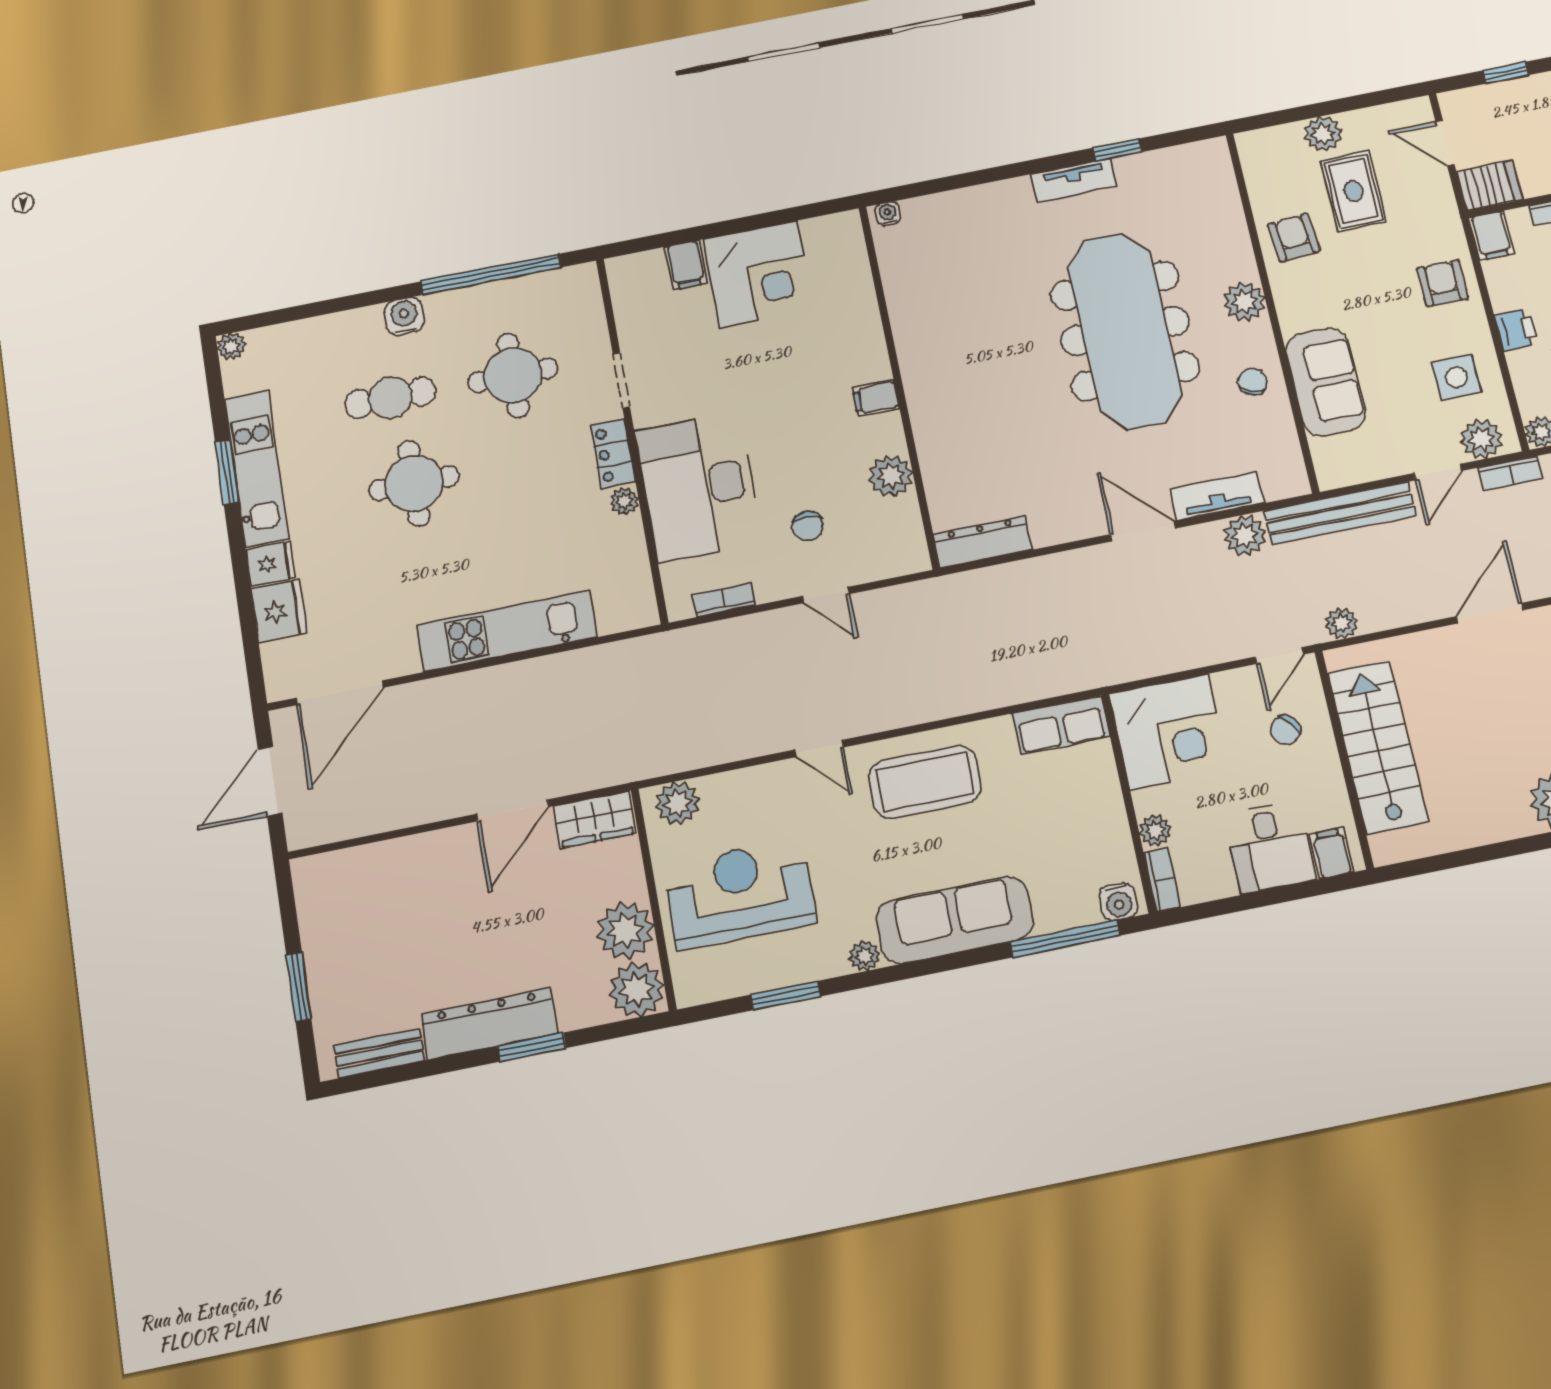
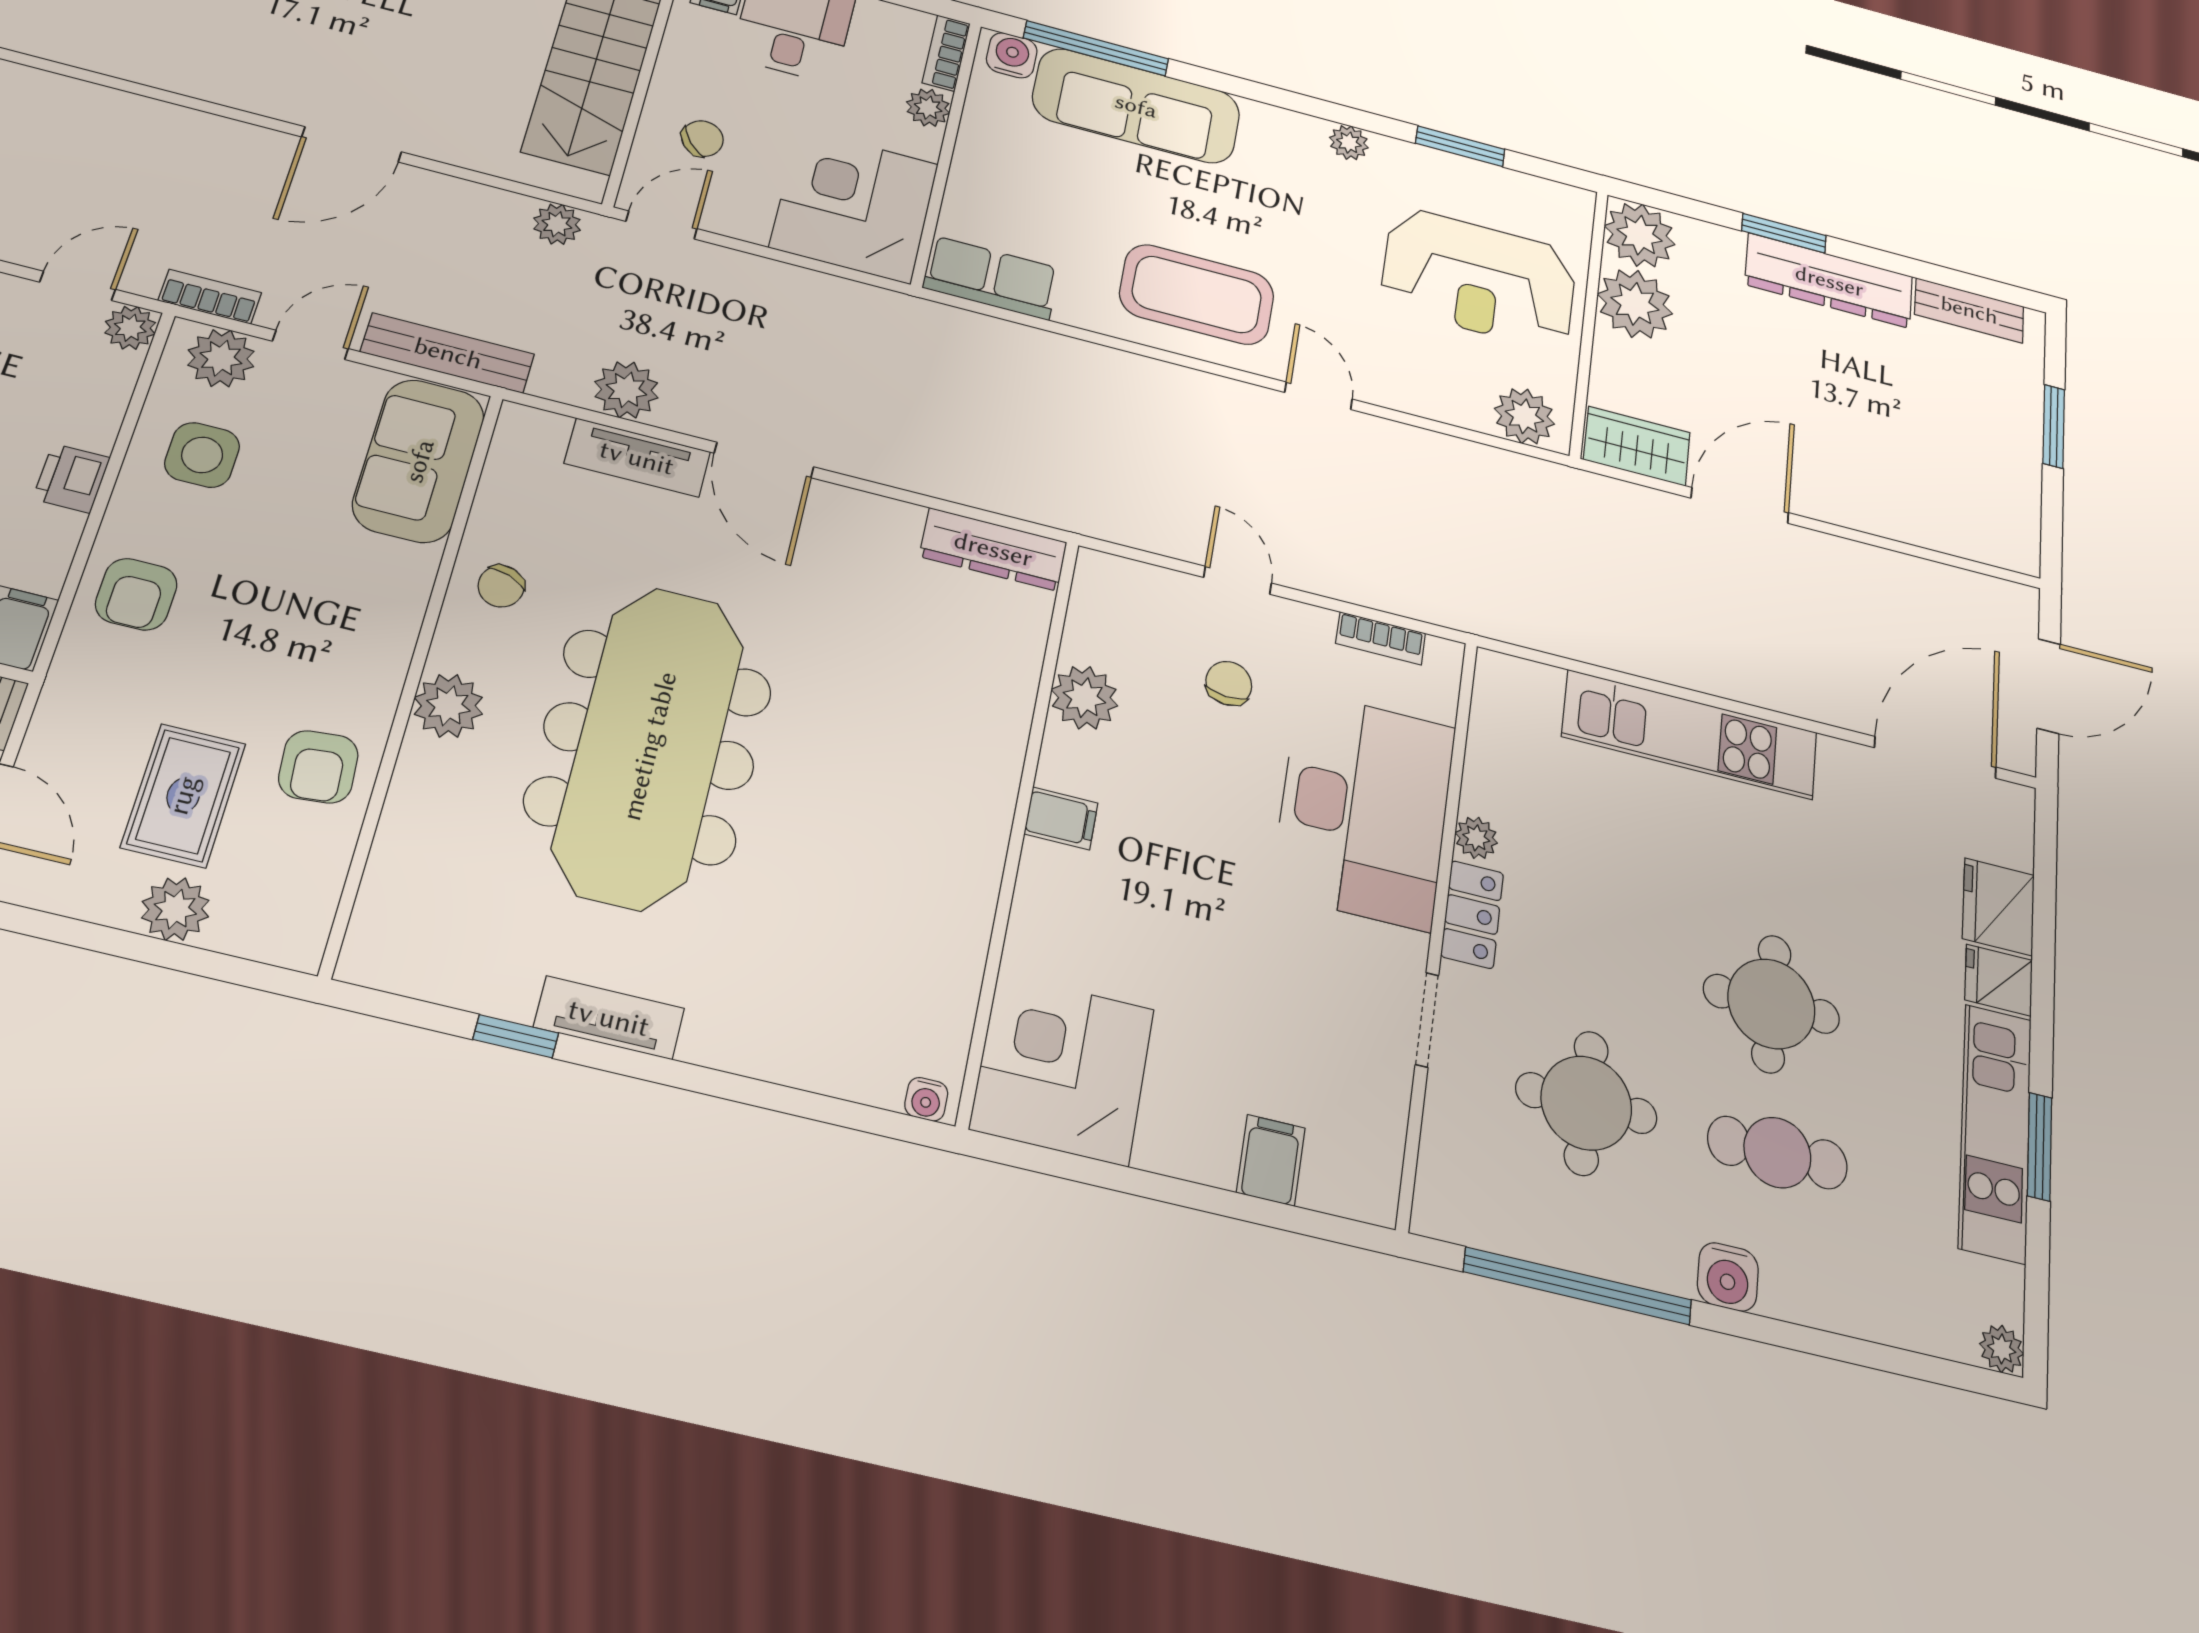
corner desk: (759, 274) -> (1062, 1069), moved
sofa: (1326, 382) -> (419, 461), moved
bench: (1340, 513) -> (448, 353), width x0.73, depth x0.82
sofa: (955, 920) -> (1136, 106), moved

